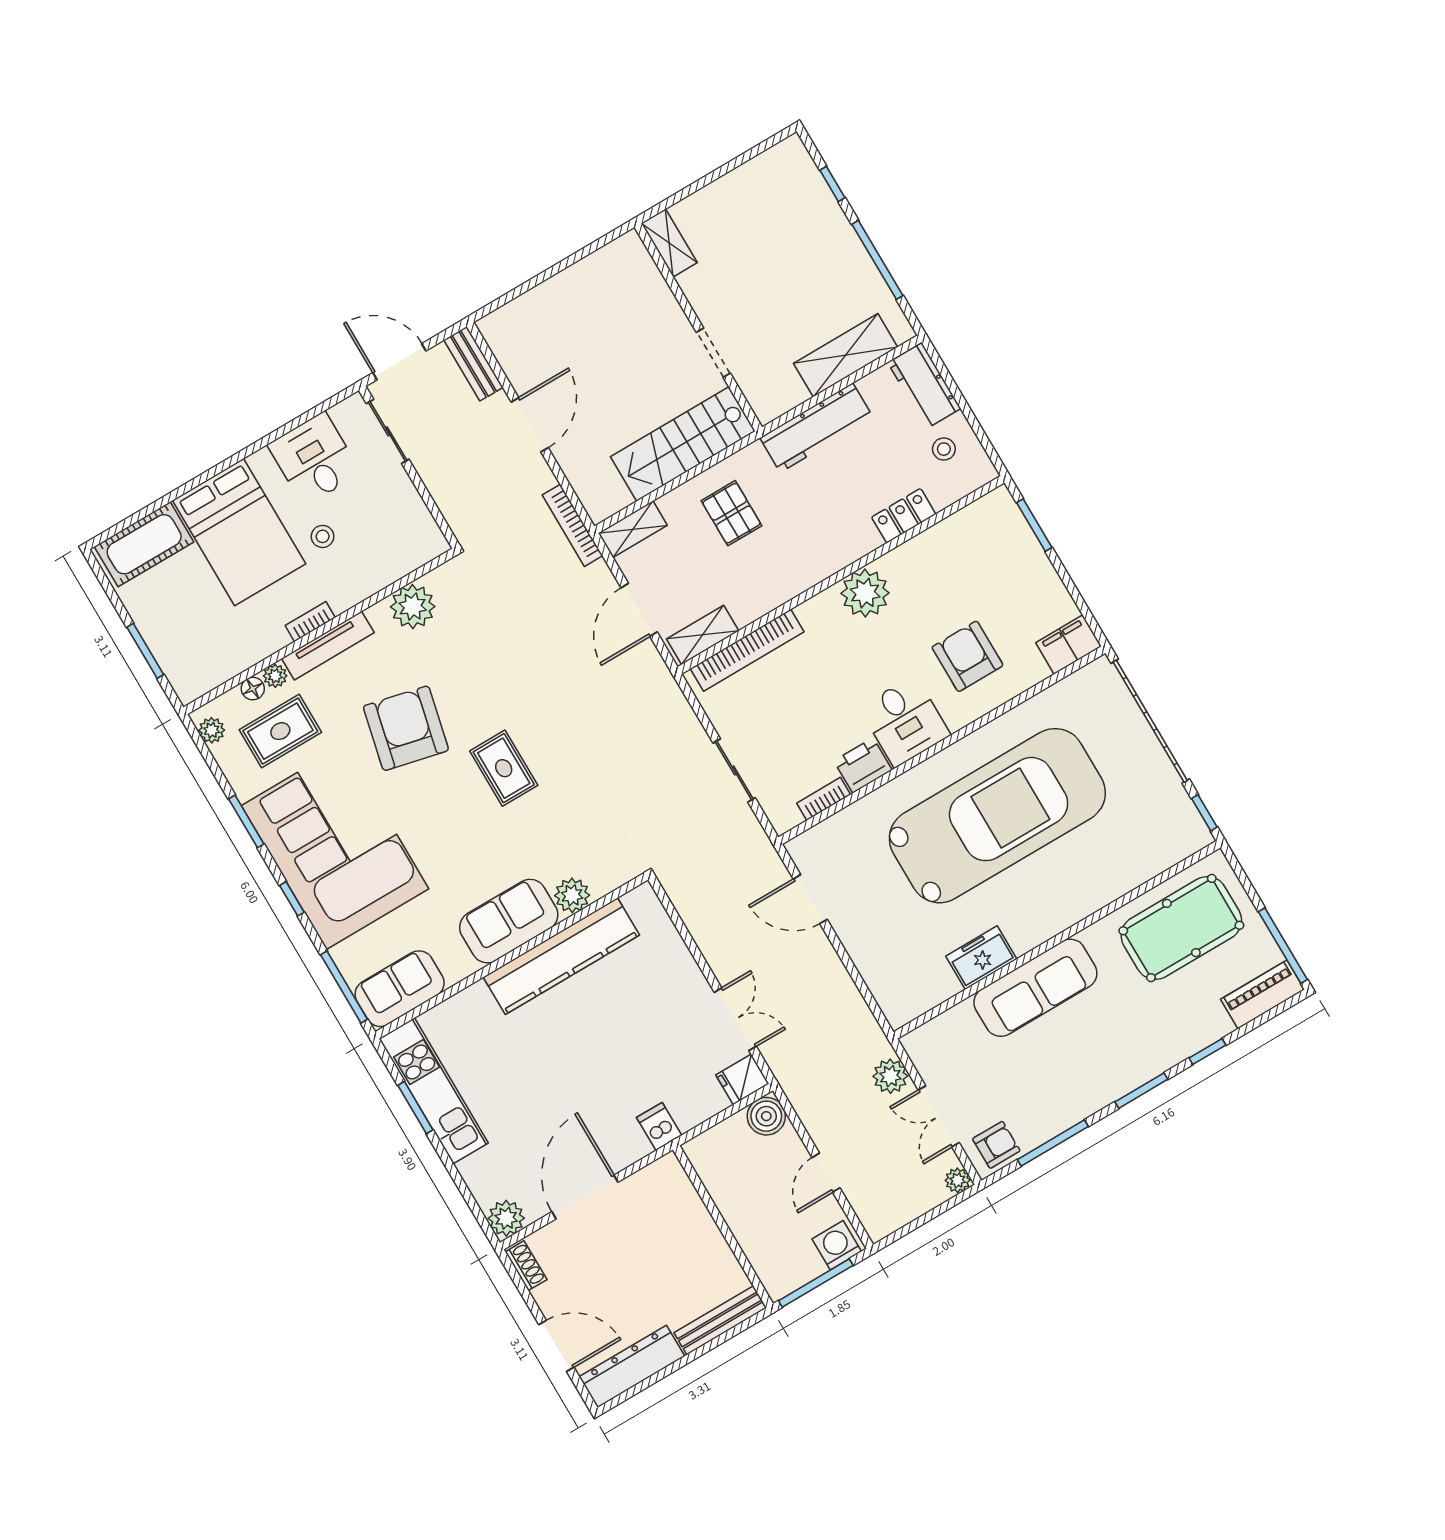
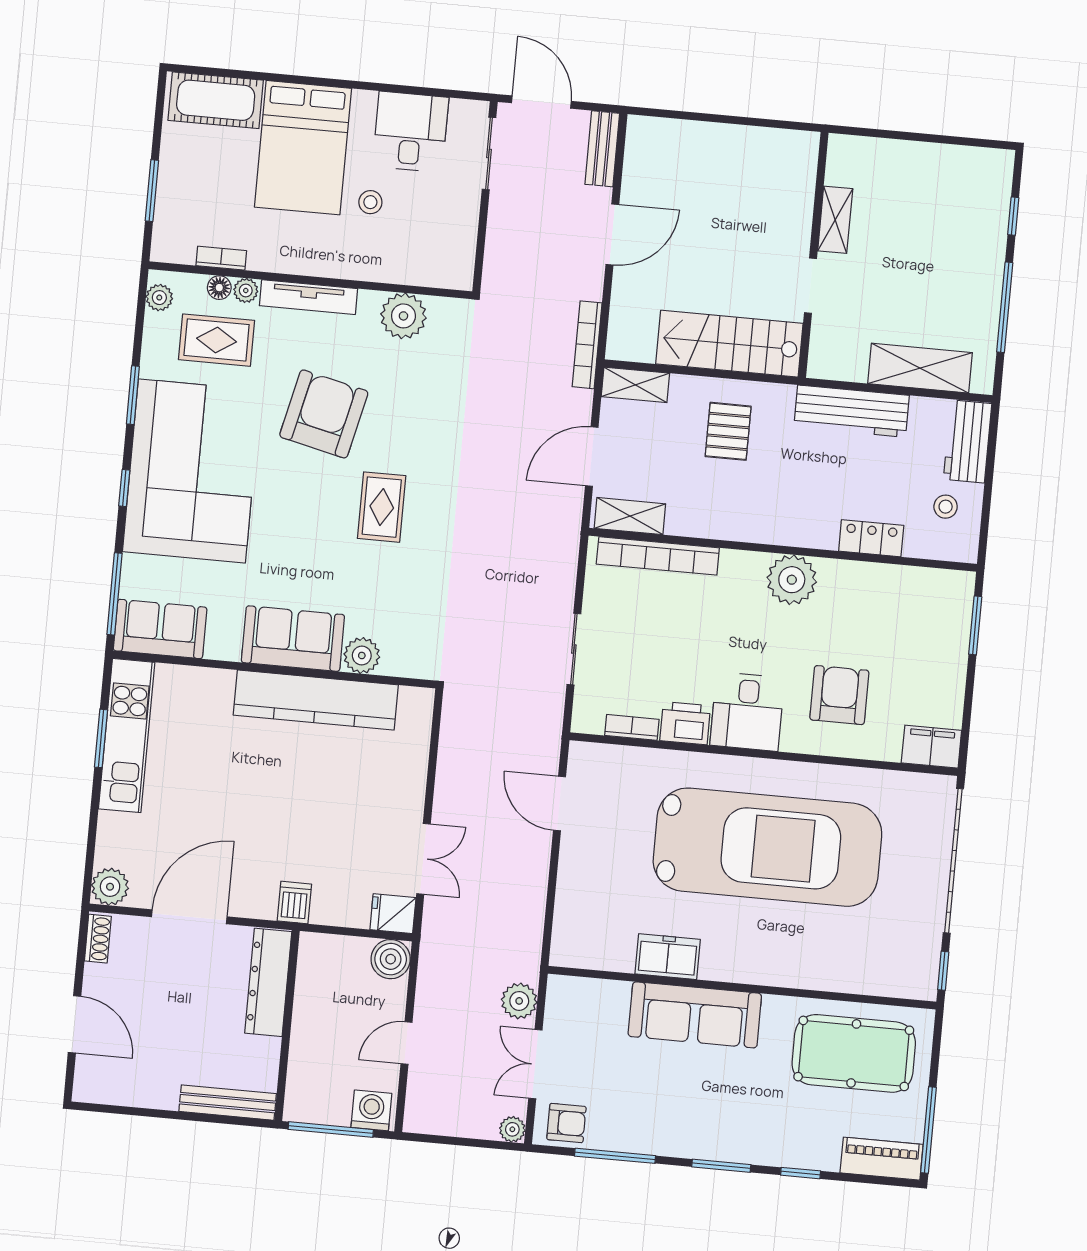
shelving: (669, 243) -> (835, 220), moved
bookcase: (310, 622) -> (221, 258), moved
dresser: (632, 1366) -> (268, 982), moved, turned -90

